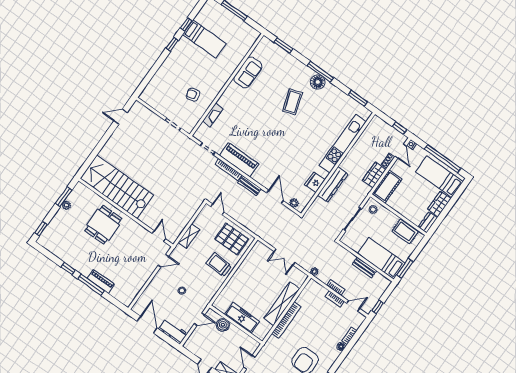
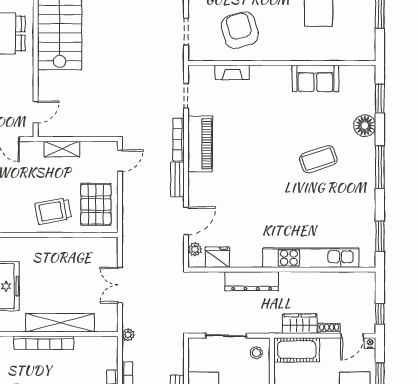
floor lamp: (318, 82) -> (365, 126), moved
armchair: (193, 95) -> (240, 30), width x1.88, depth x1.88
fridge: (315, 182) -> (217, 257), moved
trolley: (219, 265) -> (53, 211), turned -103

